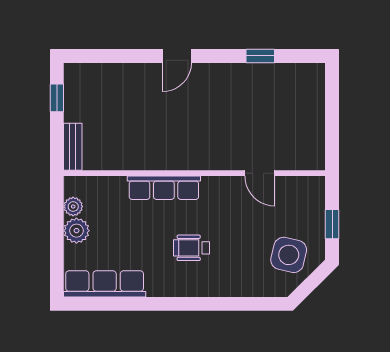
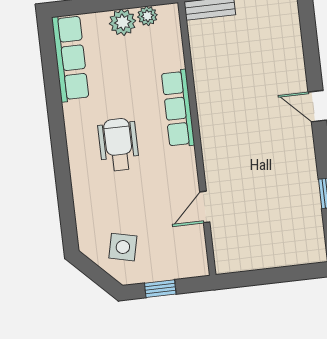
wheelchair: (191, 248) -> (118, 145), width x1.36, depth x1.37
side table: (289, 255) -> (123, 247), width x0.73, depth x0.73

